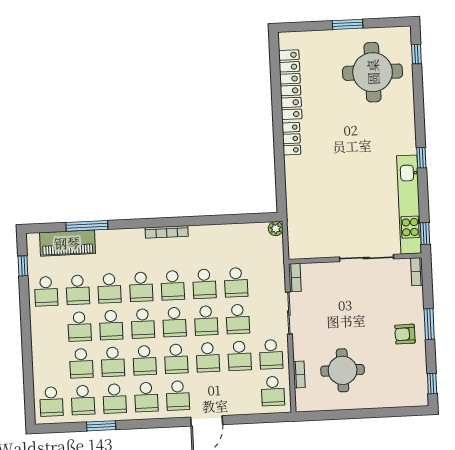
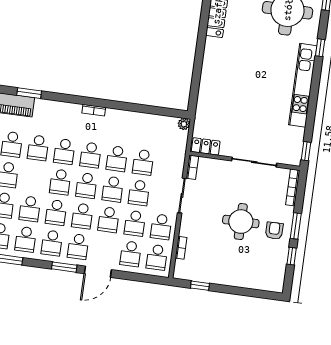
locker: (291, 139) -> (206, 146), moved, turned -90
window: (421, 158) -> (320, 48), moved
kitchen unit: (409, 205) -> (303, 85), moved
window: (87, 226) -> (29, 93), width x0.69
bookcase: (167, 232) -> (94, 110), width x0.64
bookcase: (417, 272) -> (293, 188), width x1.56
school desk: (111, 325) -> (131, 254), moved
armchair: (405, 334) -> (274, 231), turned 91
round table: (343, 370) -> (241, 222), moved
window: (432, 384) -> (292, 256), moved
window: (330, 415) -> (200, 286), added
window: (166, 423) -> (64, 267), added

